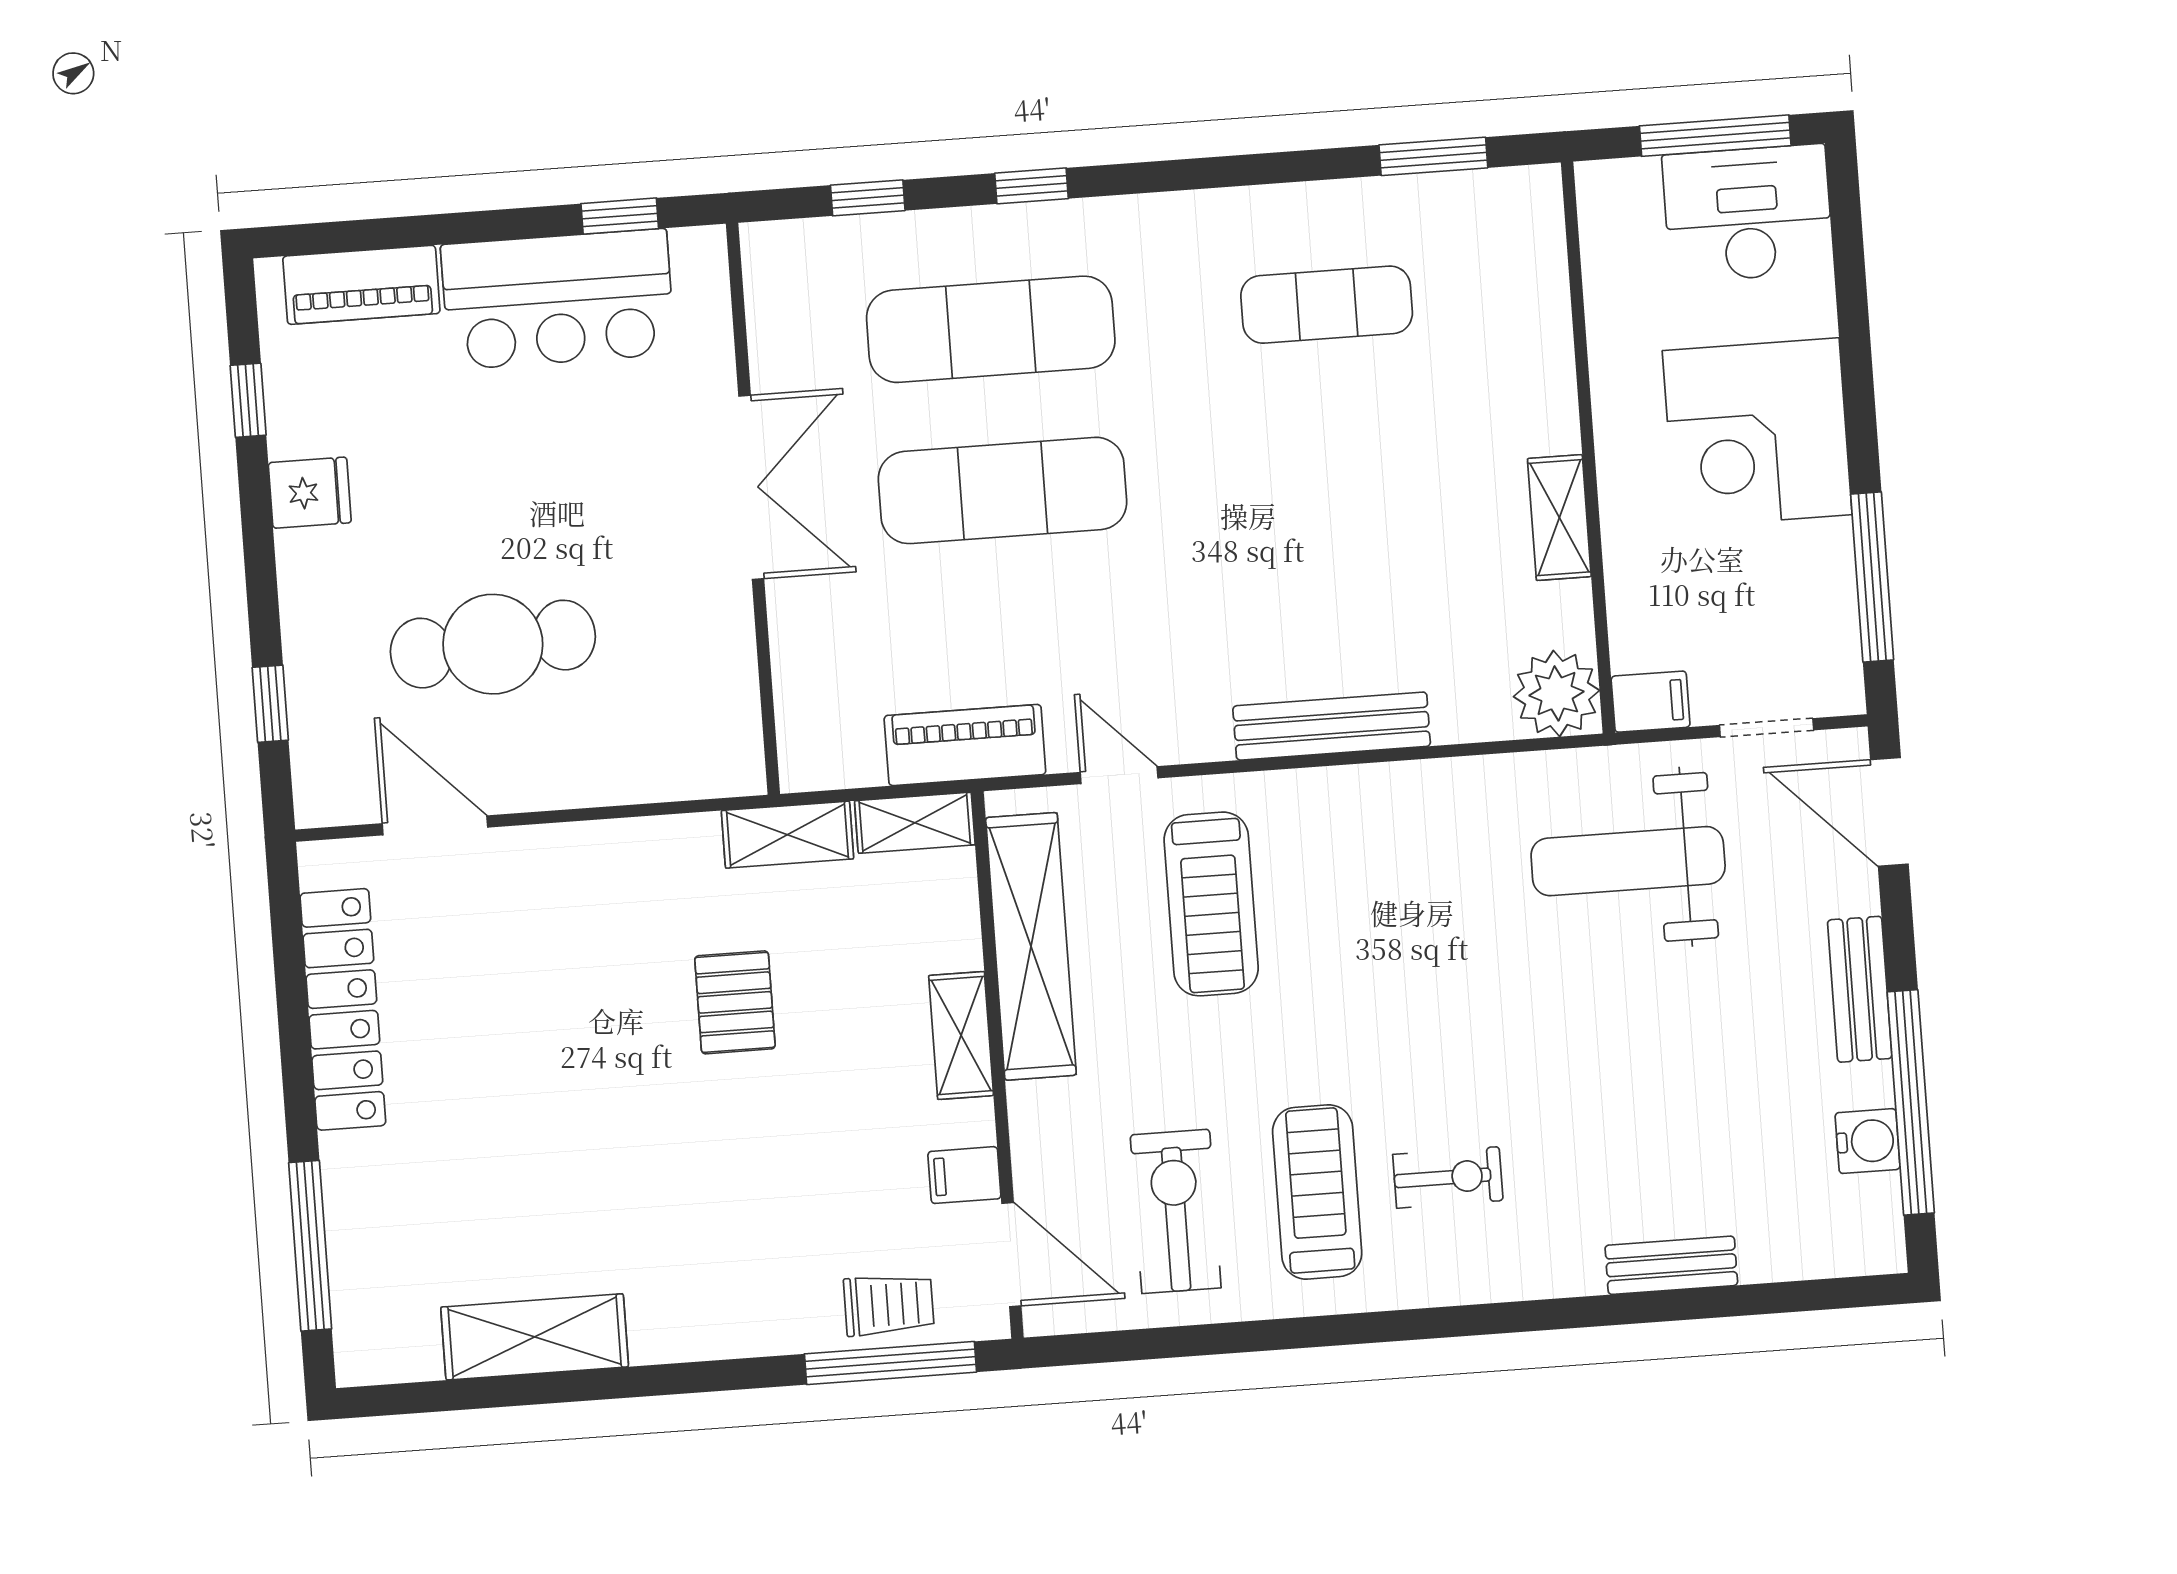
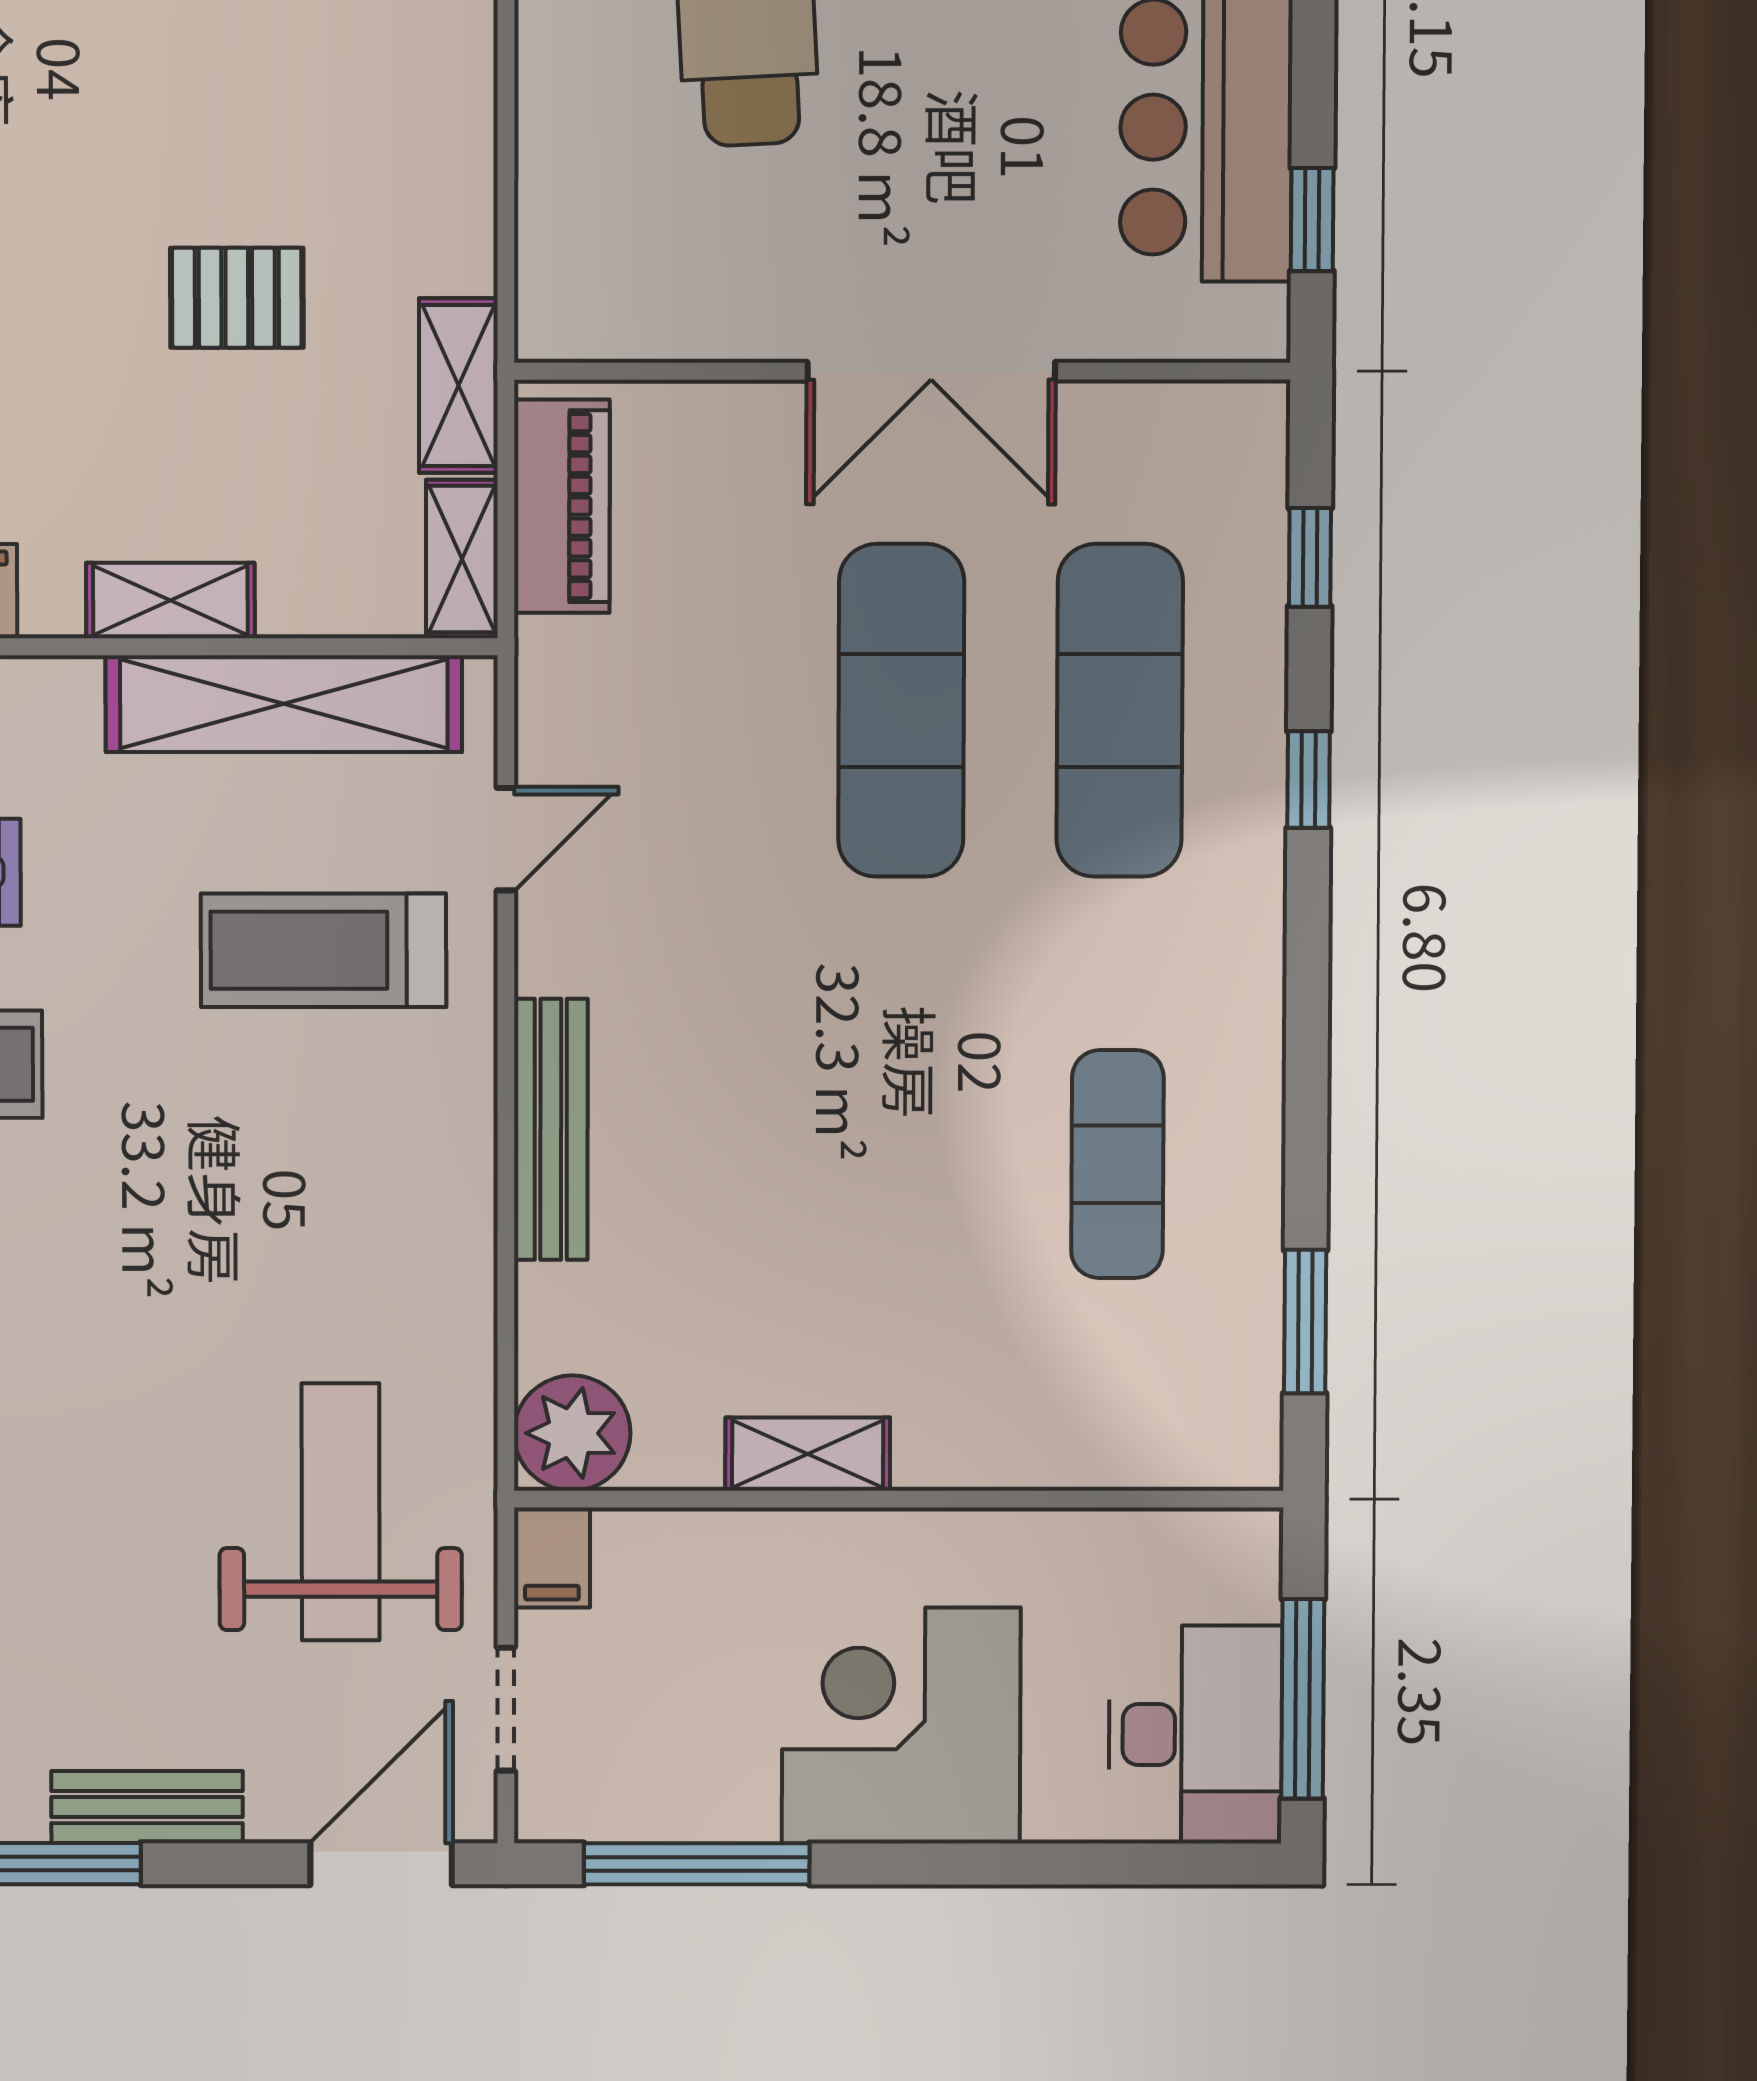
piano: (965, 745) -> (562, 506), moved

